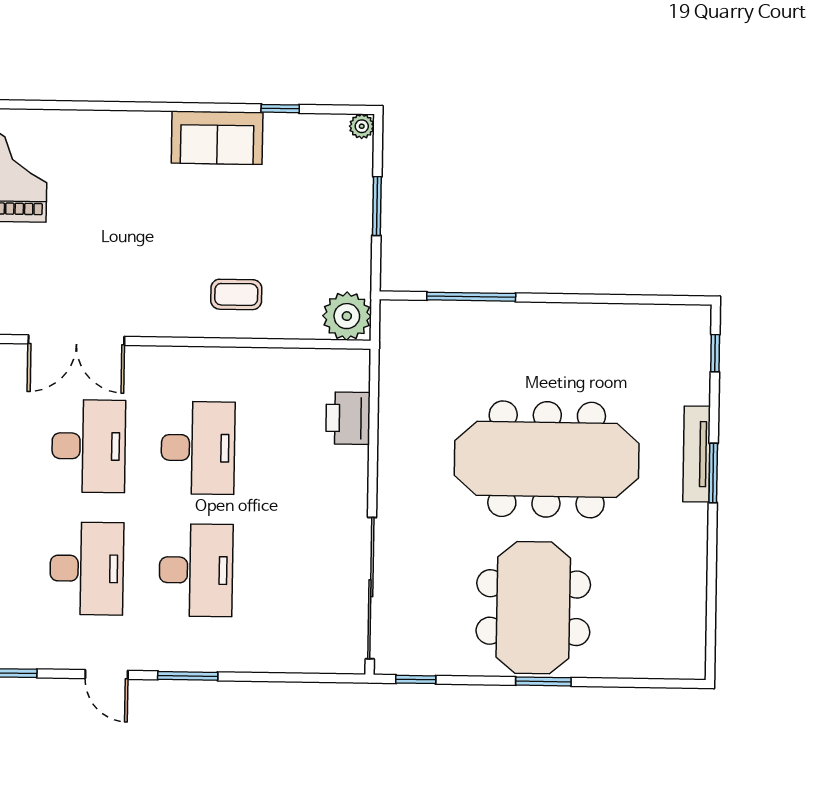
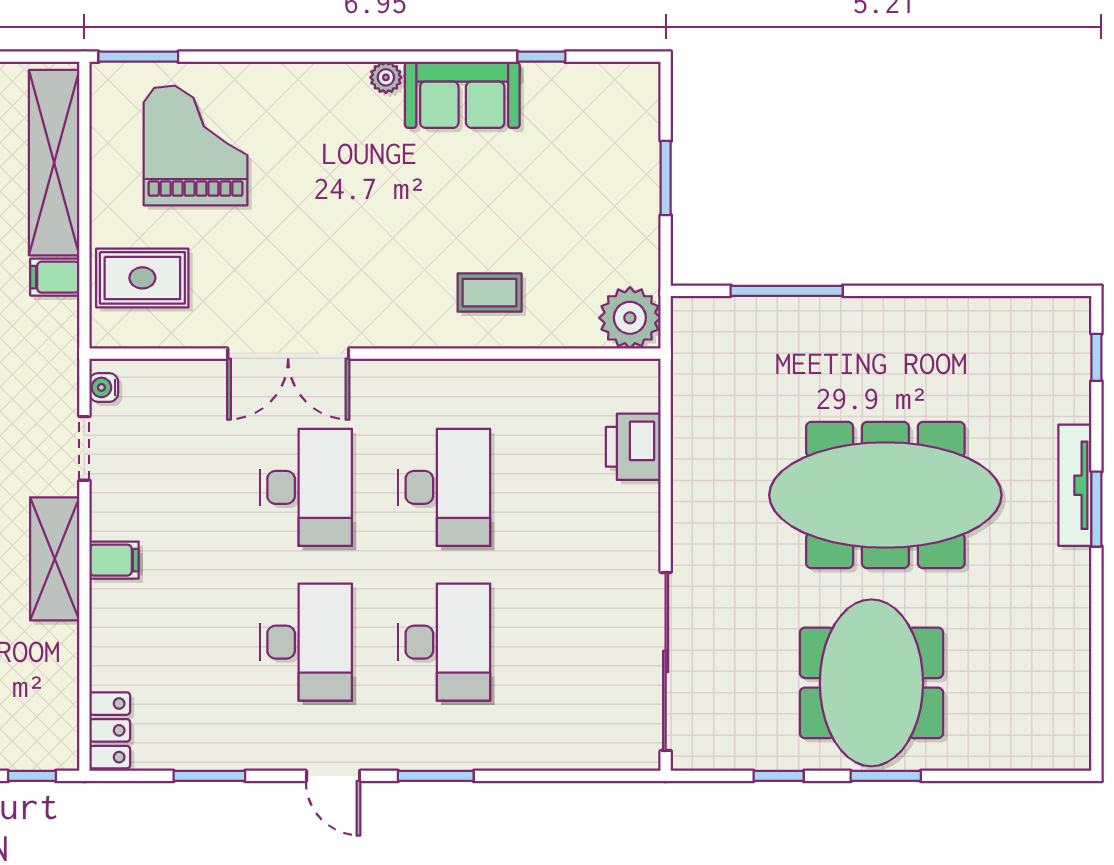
plant: (362, 126) -> (386, 77), moved
window: (416, 679) -> (779, 776), moved

